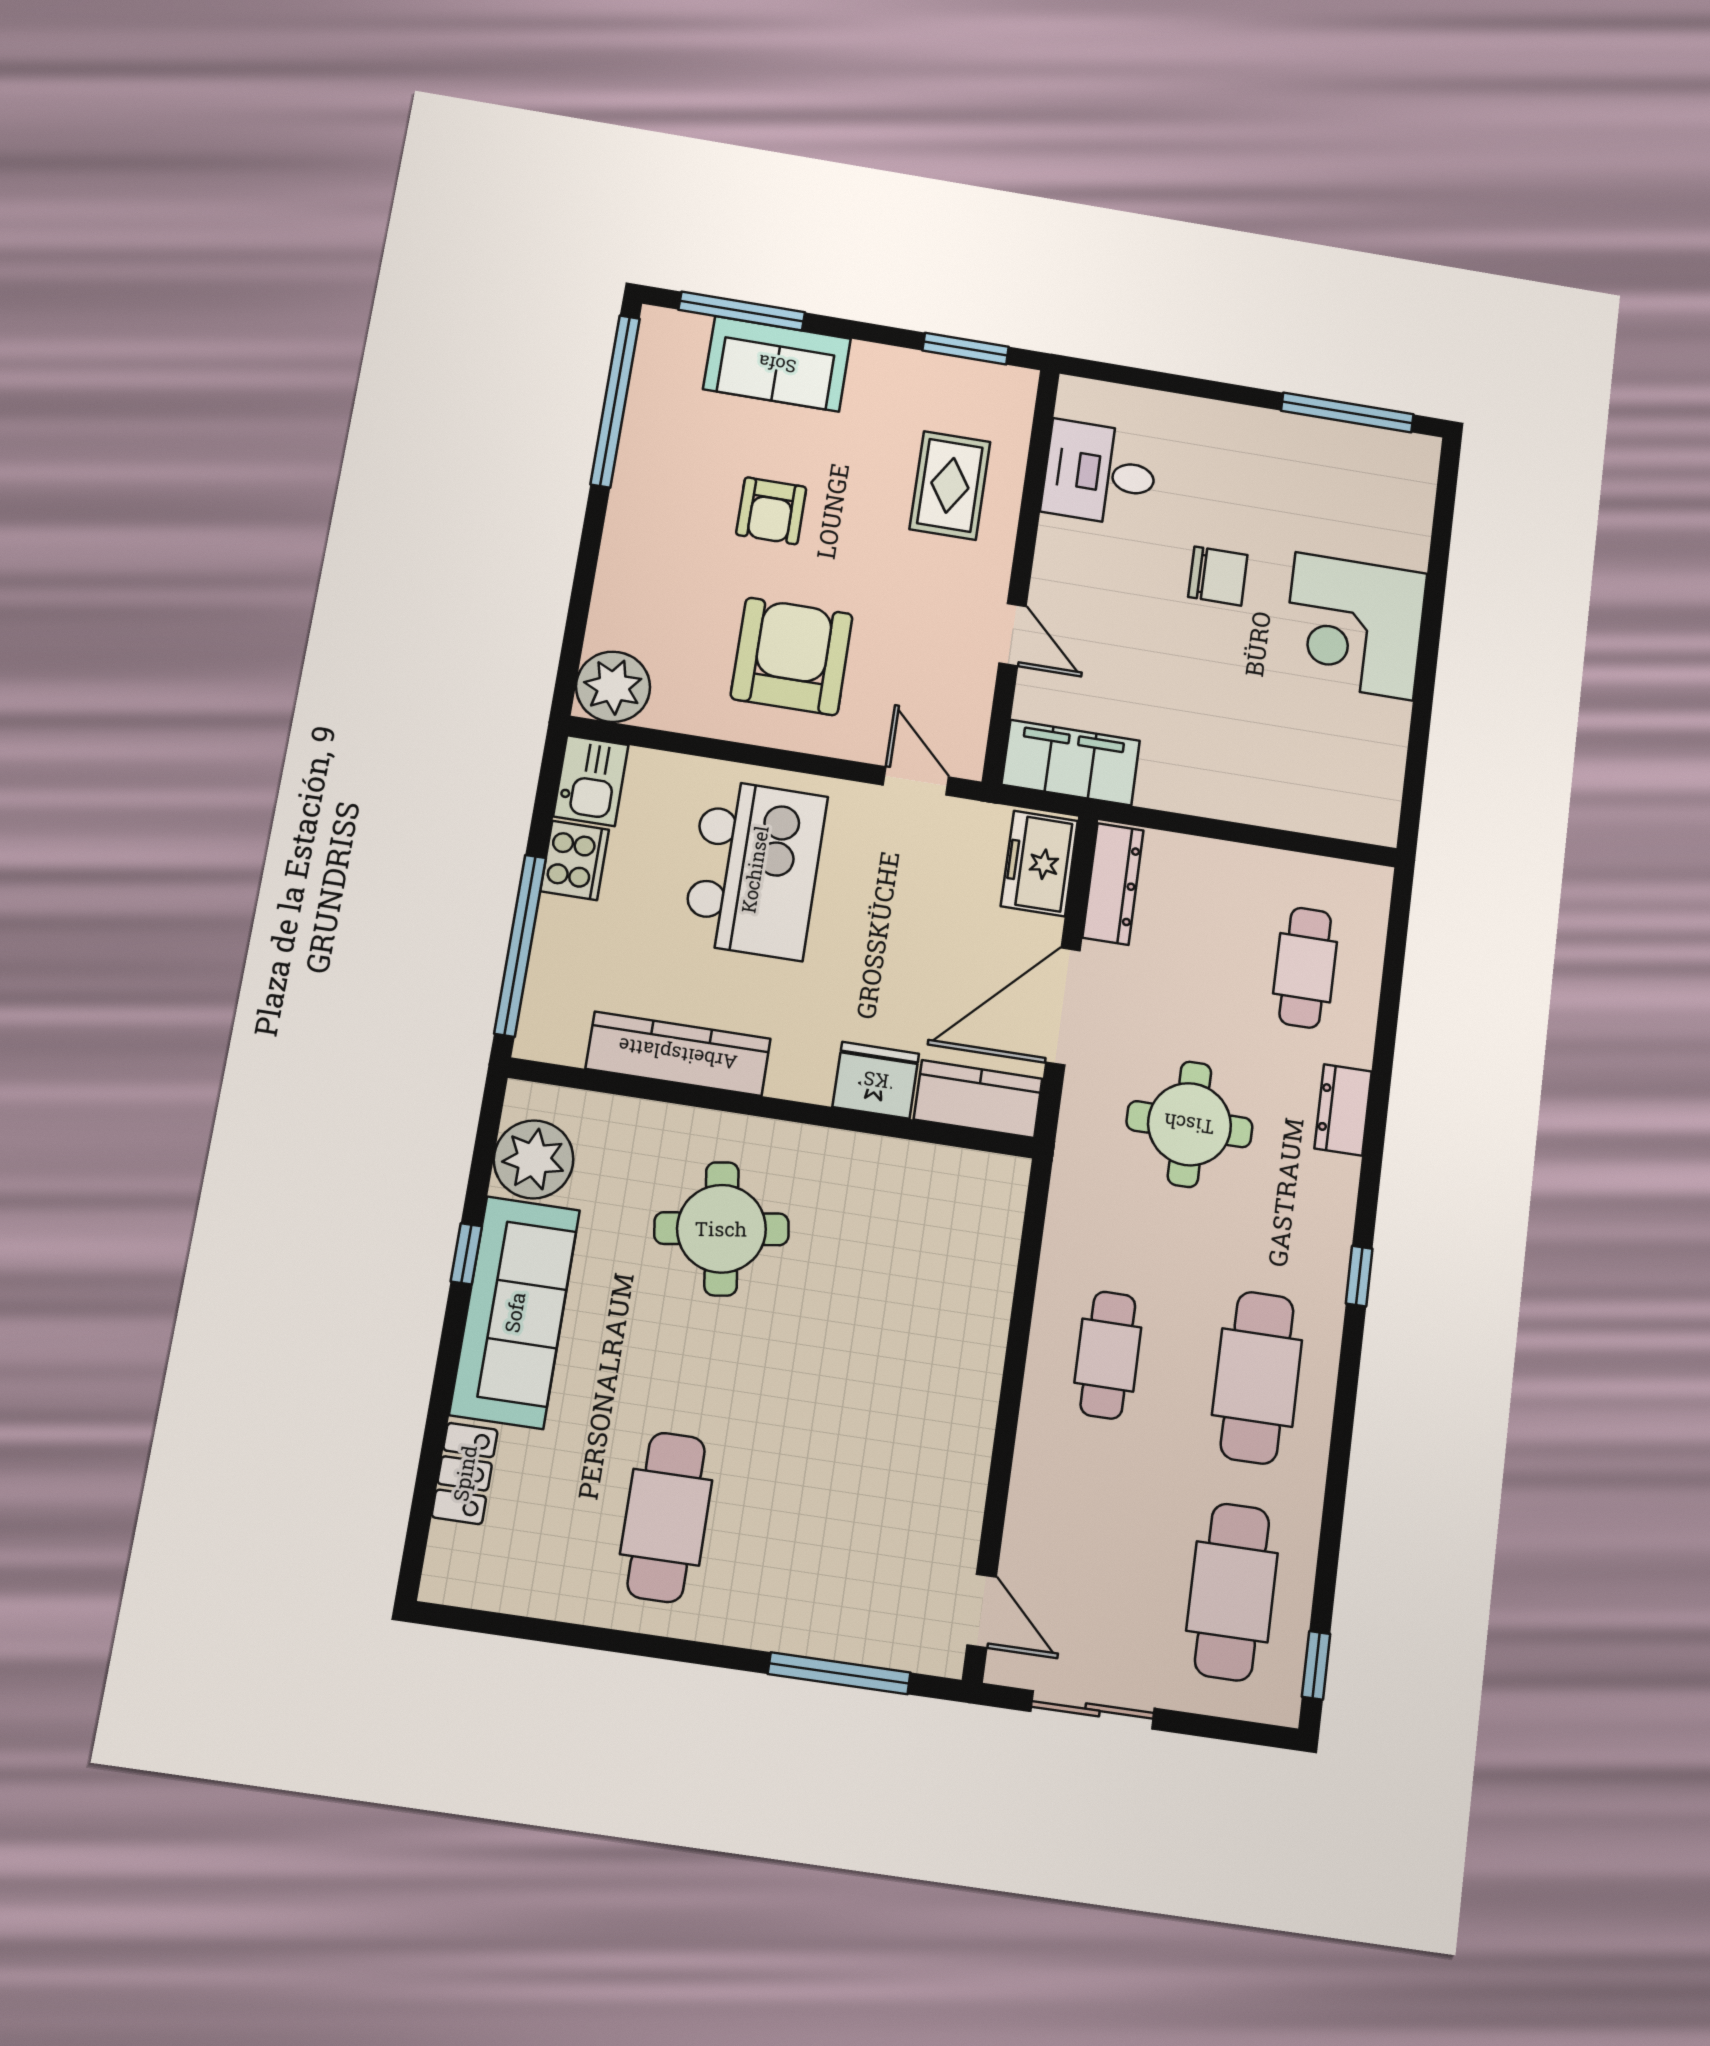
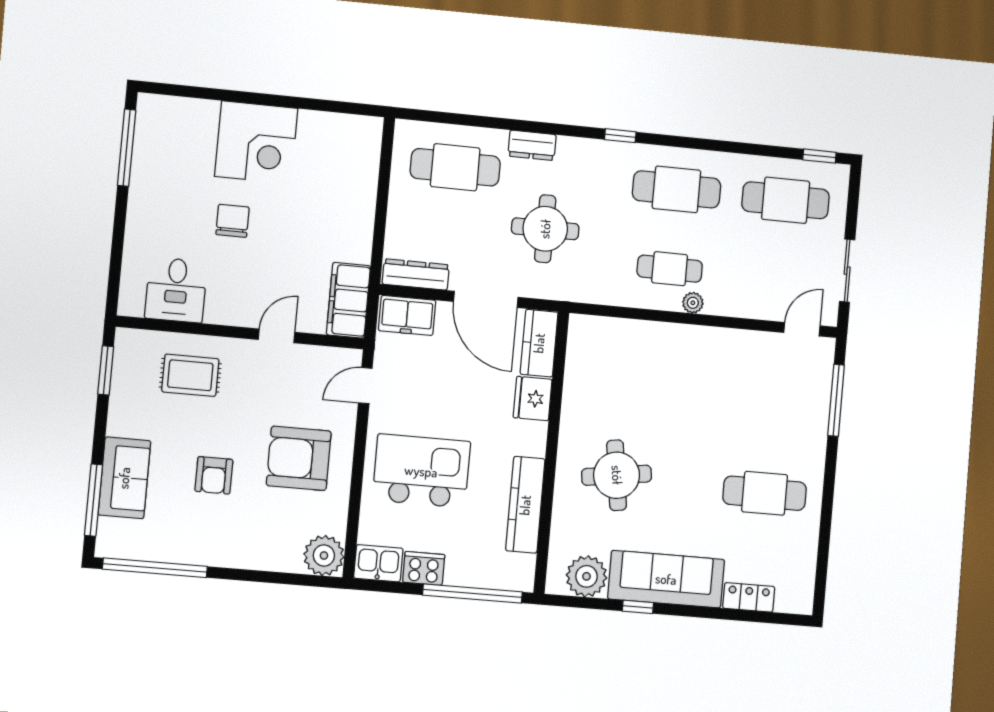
armchair: (771, 511) -> (214, 475), turned 90
cafe table: (1305, 968) -> (455, 167), width x1.37, depth x1.35
plant: (1042, 1396) -> (693, 303), added

